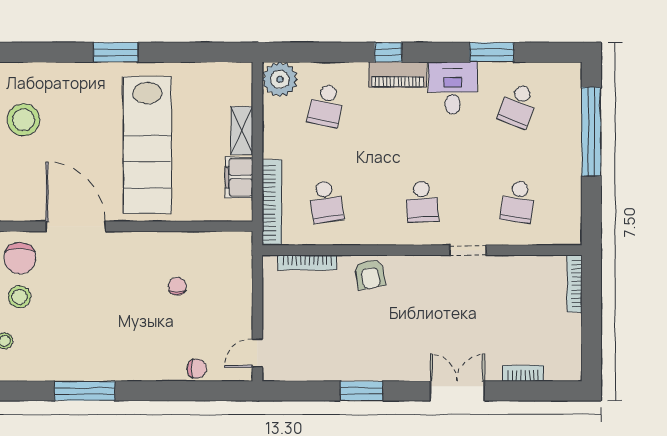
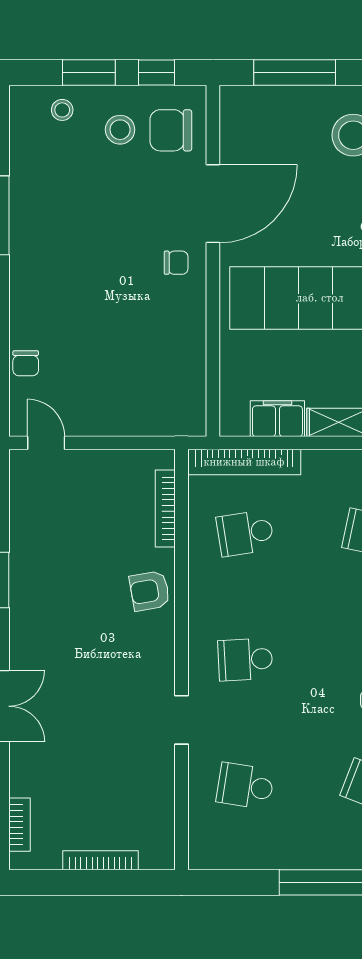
bookcase: (574, 284) -> (100, 860), moved
chair: (177, 286) -> (176, 263), moved
bookcase: (523, 373) -> (19, 825), moved

